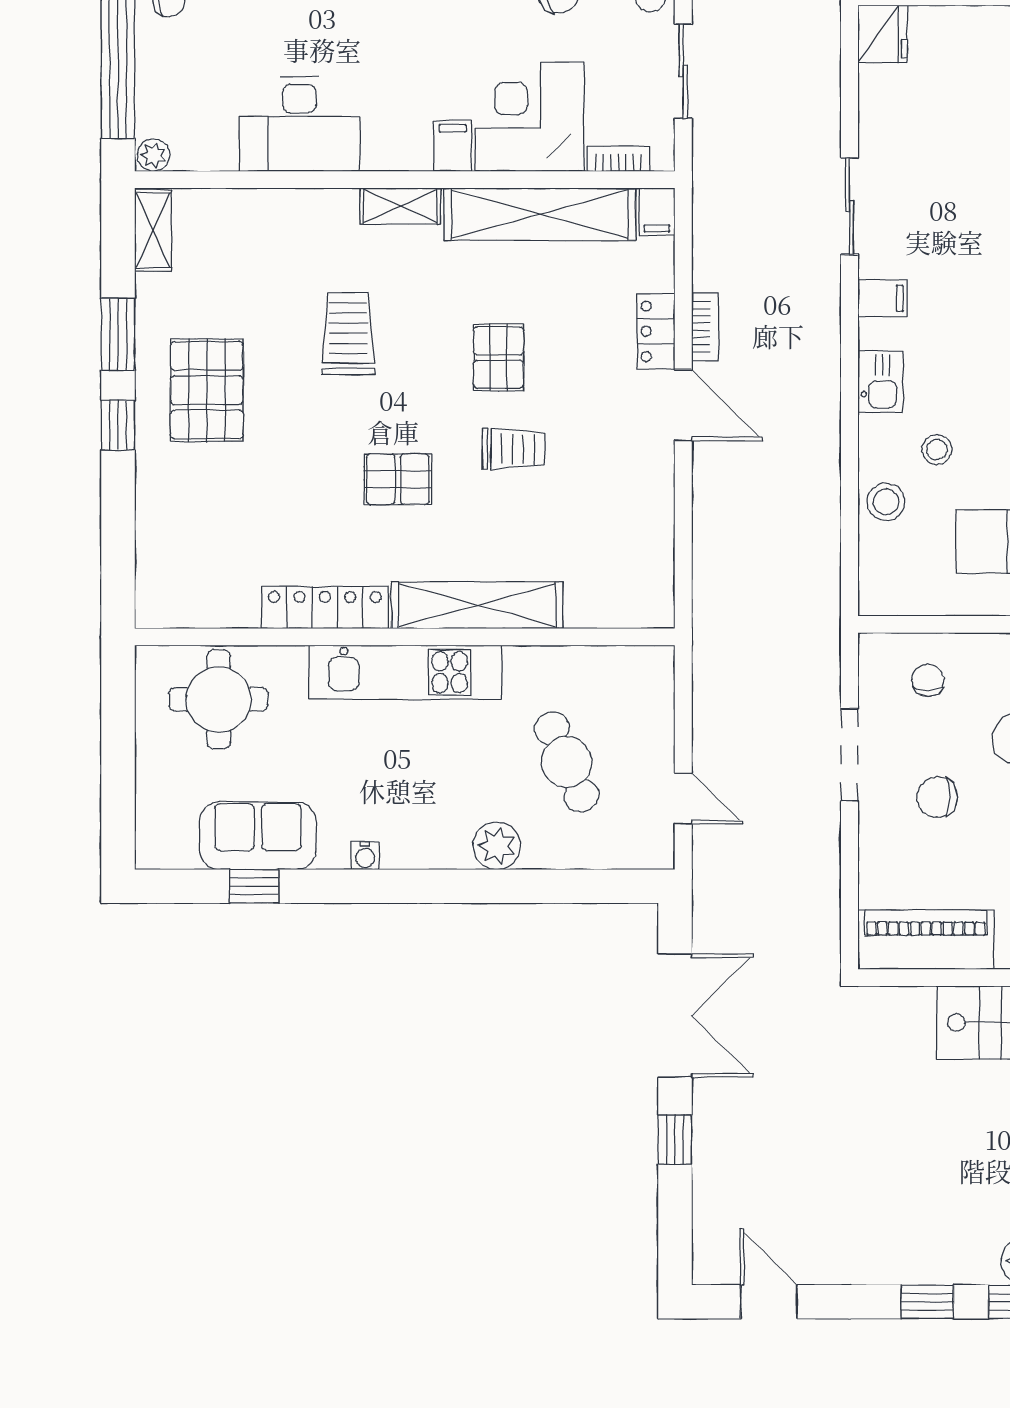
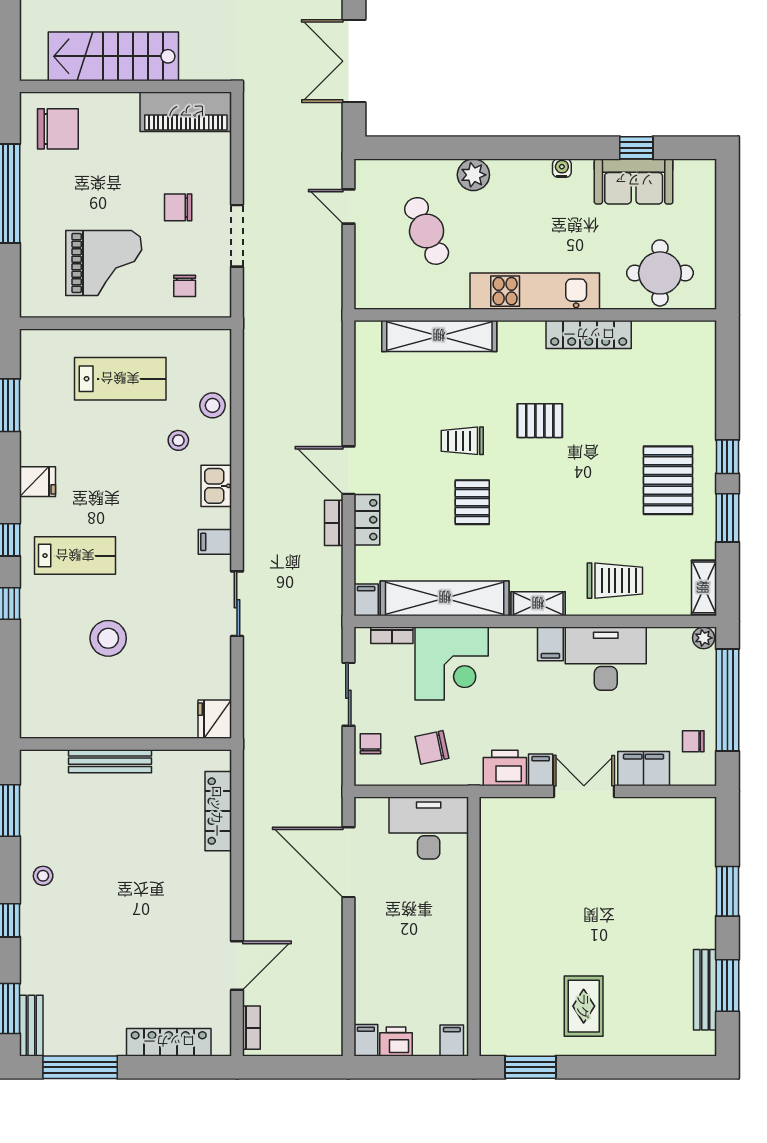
filing cabinet: (453, 146) -> (550, 644), moved
trolley: (348, 334) -> (615, 581), moved, turned -90
shelving: (477, 605) -> (439, 336), moved
chair: (937, 797) -> (178, 207), turned 180

